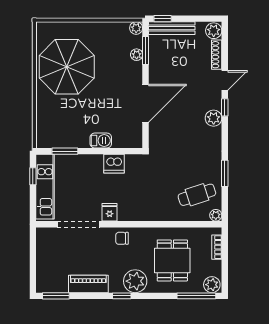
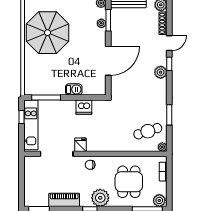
window: (65, 151) -> (46, 98), width x1.44

